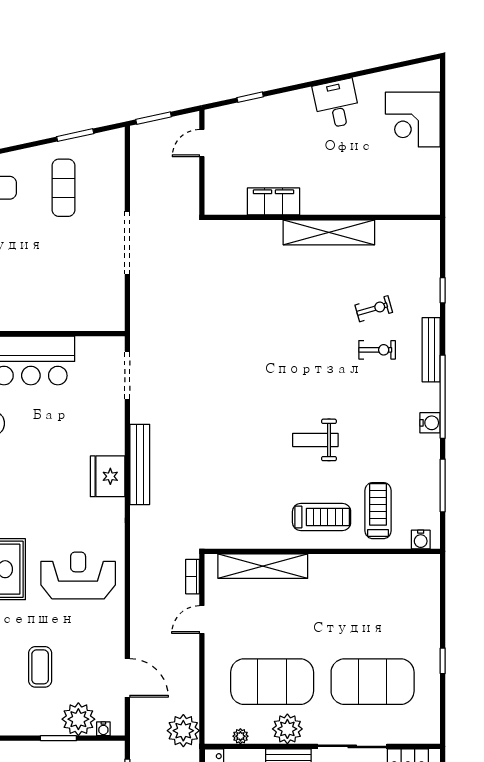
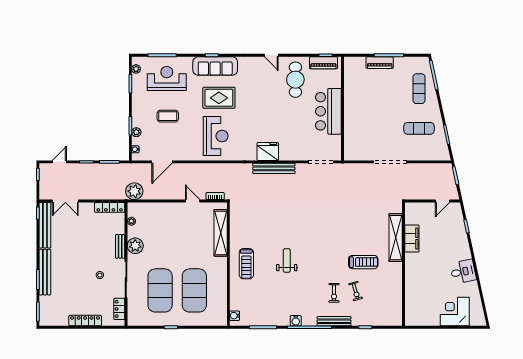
door: (202, 143) -> (442, 201), swing flipped
shelving: (329, 232) -> (396, 238), moved
treadmill: (378, 511) -> (363, 262), moved
exercise mat: (272, 682) -> (194, 290), moved
plant: (78, 719) -> (136, 132), width x0.53, depth x0.53

